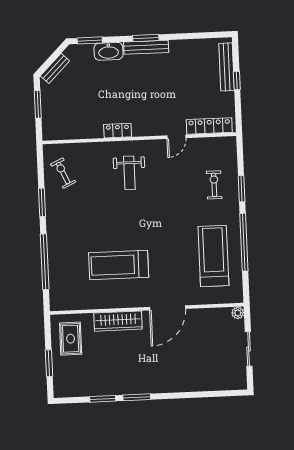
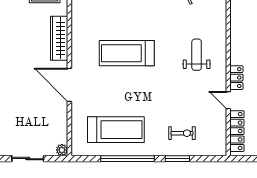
locker: (118, 131) -> (236, 78), moved
weight bench: (129, 173) -> (197, 55), turned 90
treadmill: (119, 265) -> (127, 53), moved, turned -90

